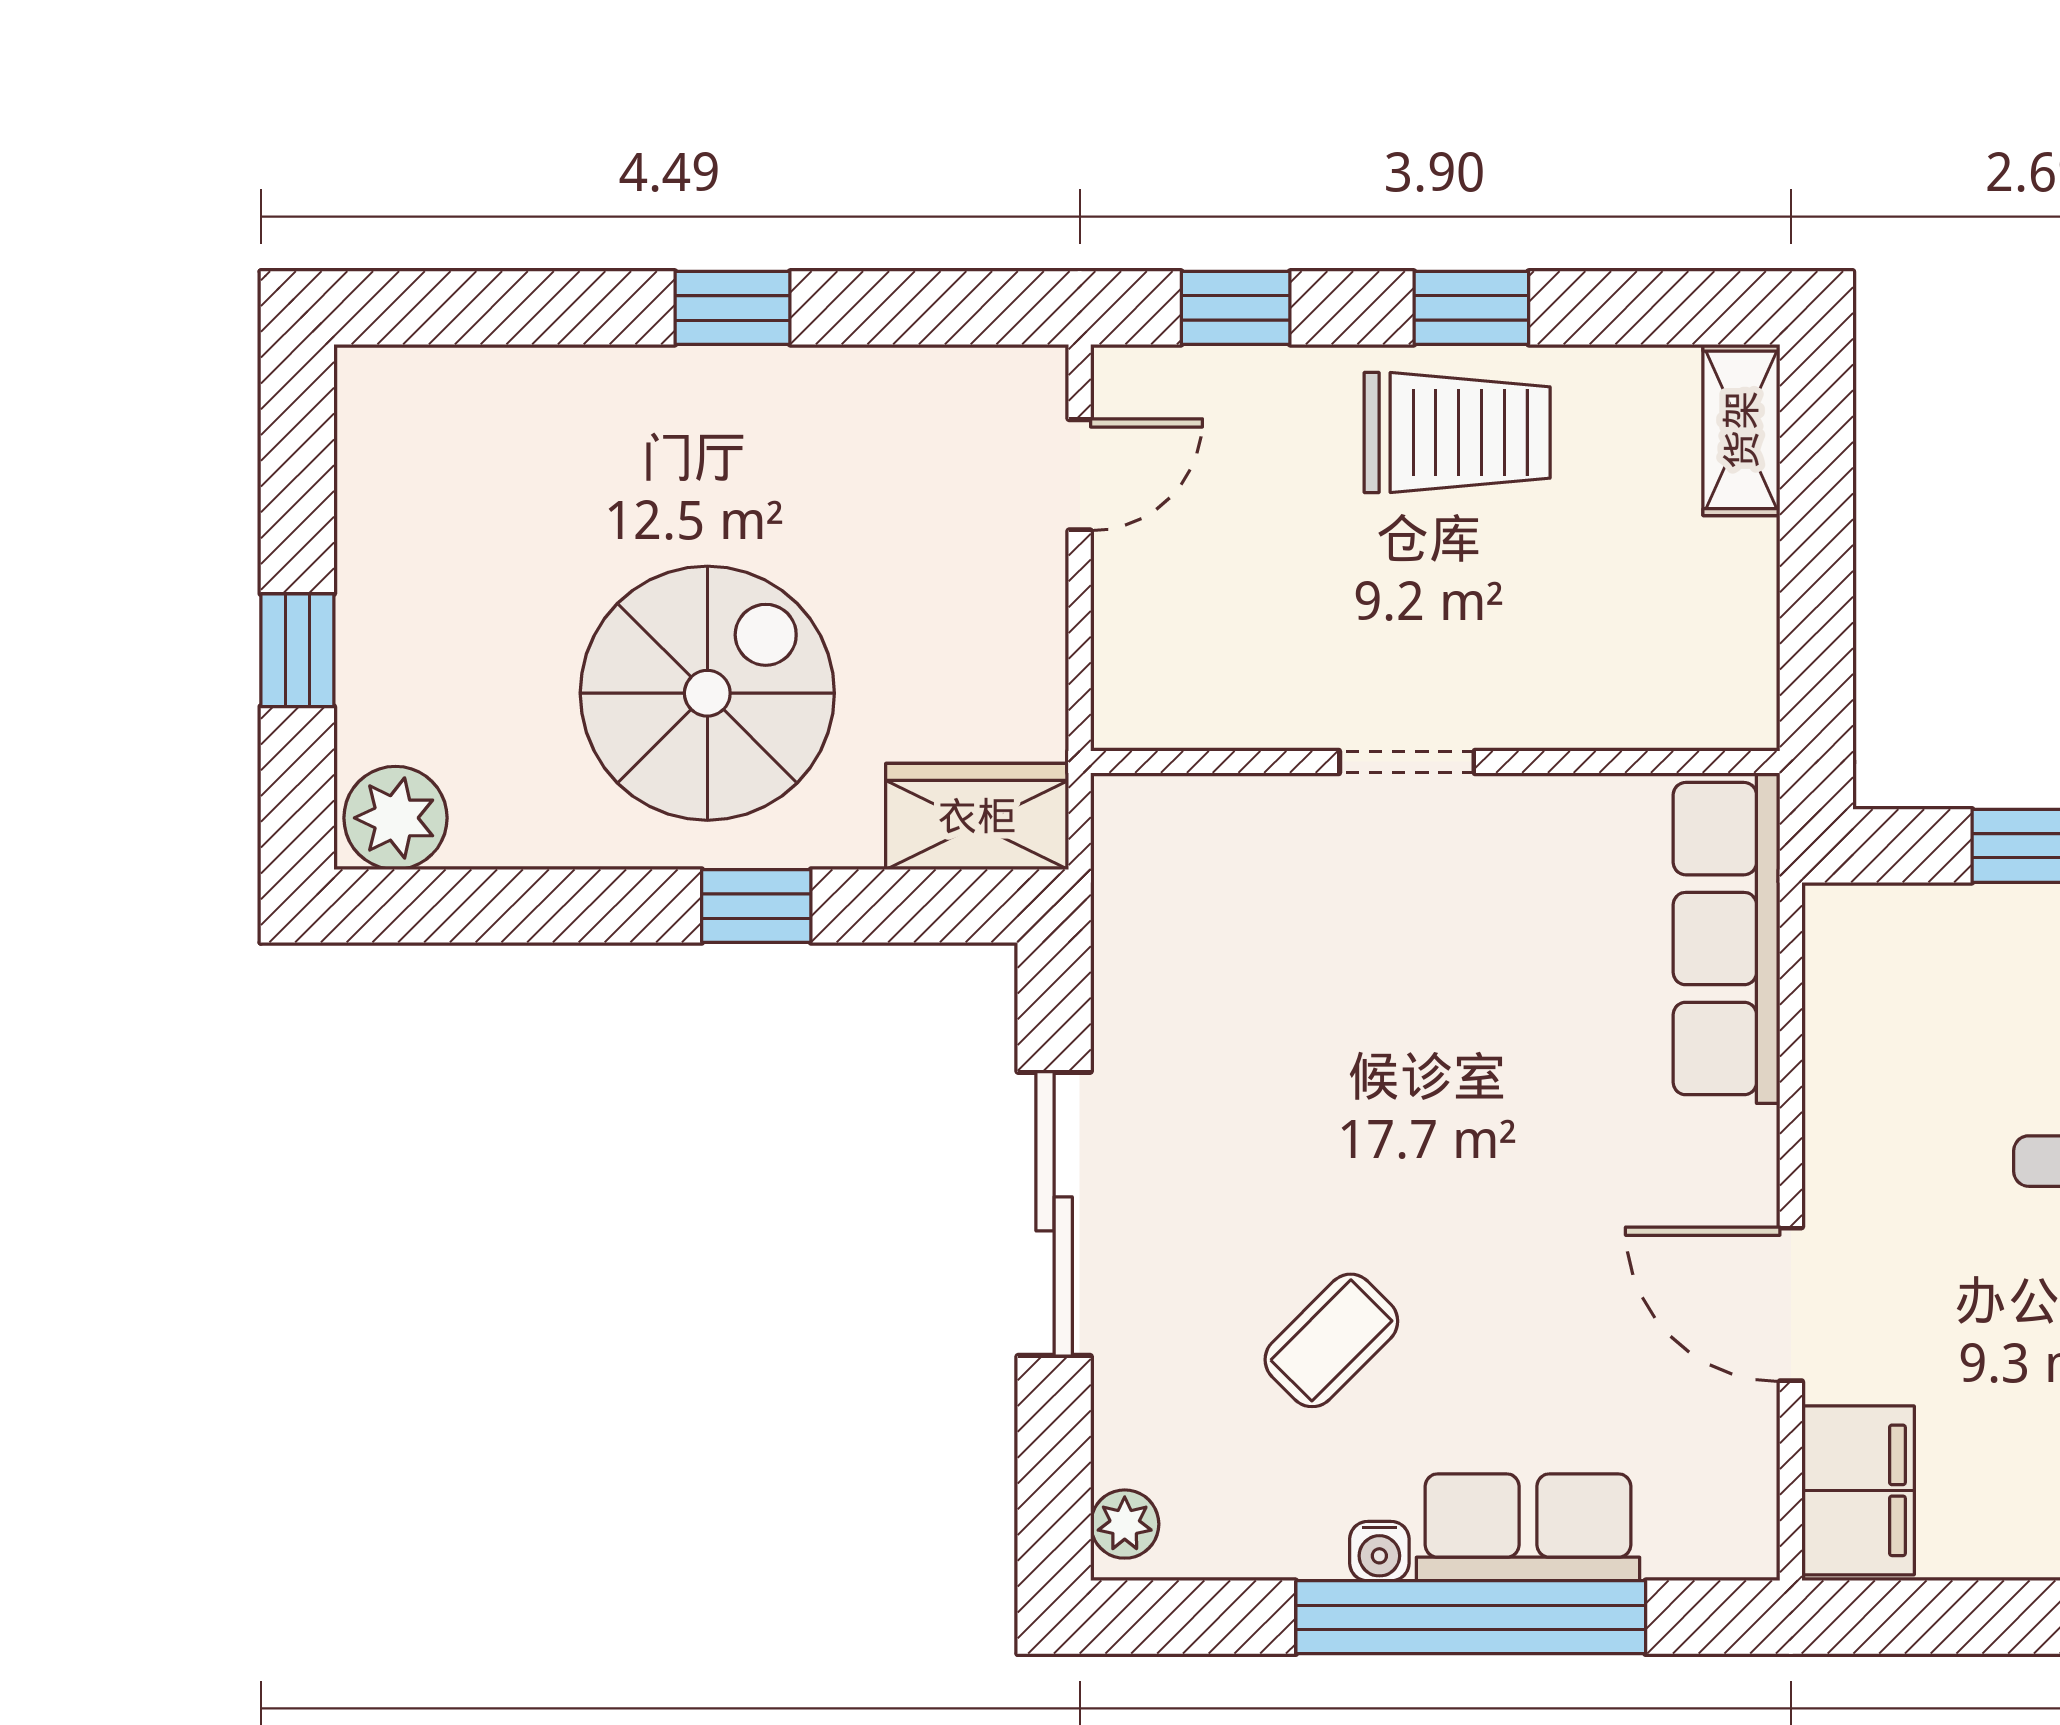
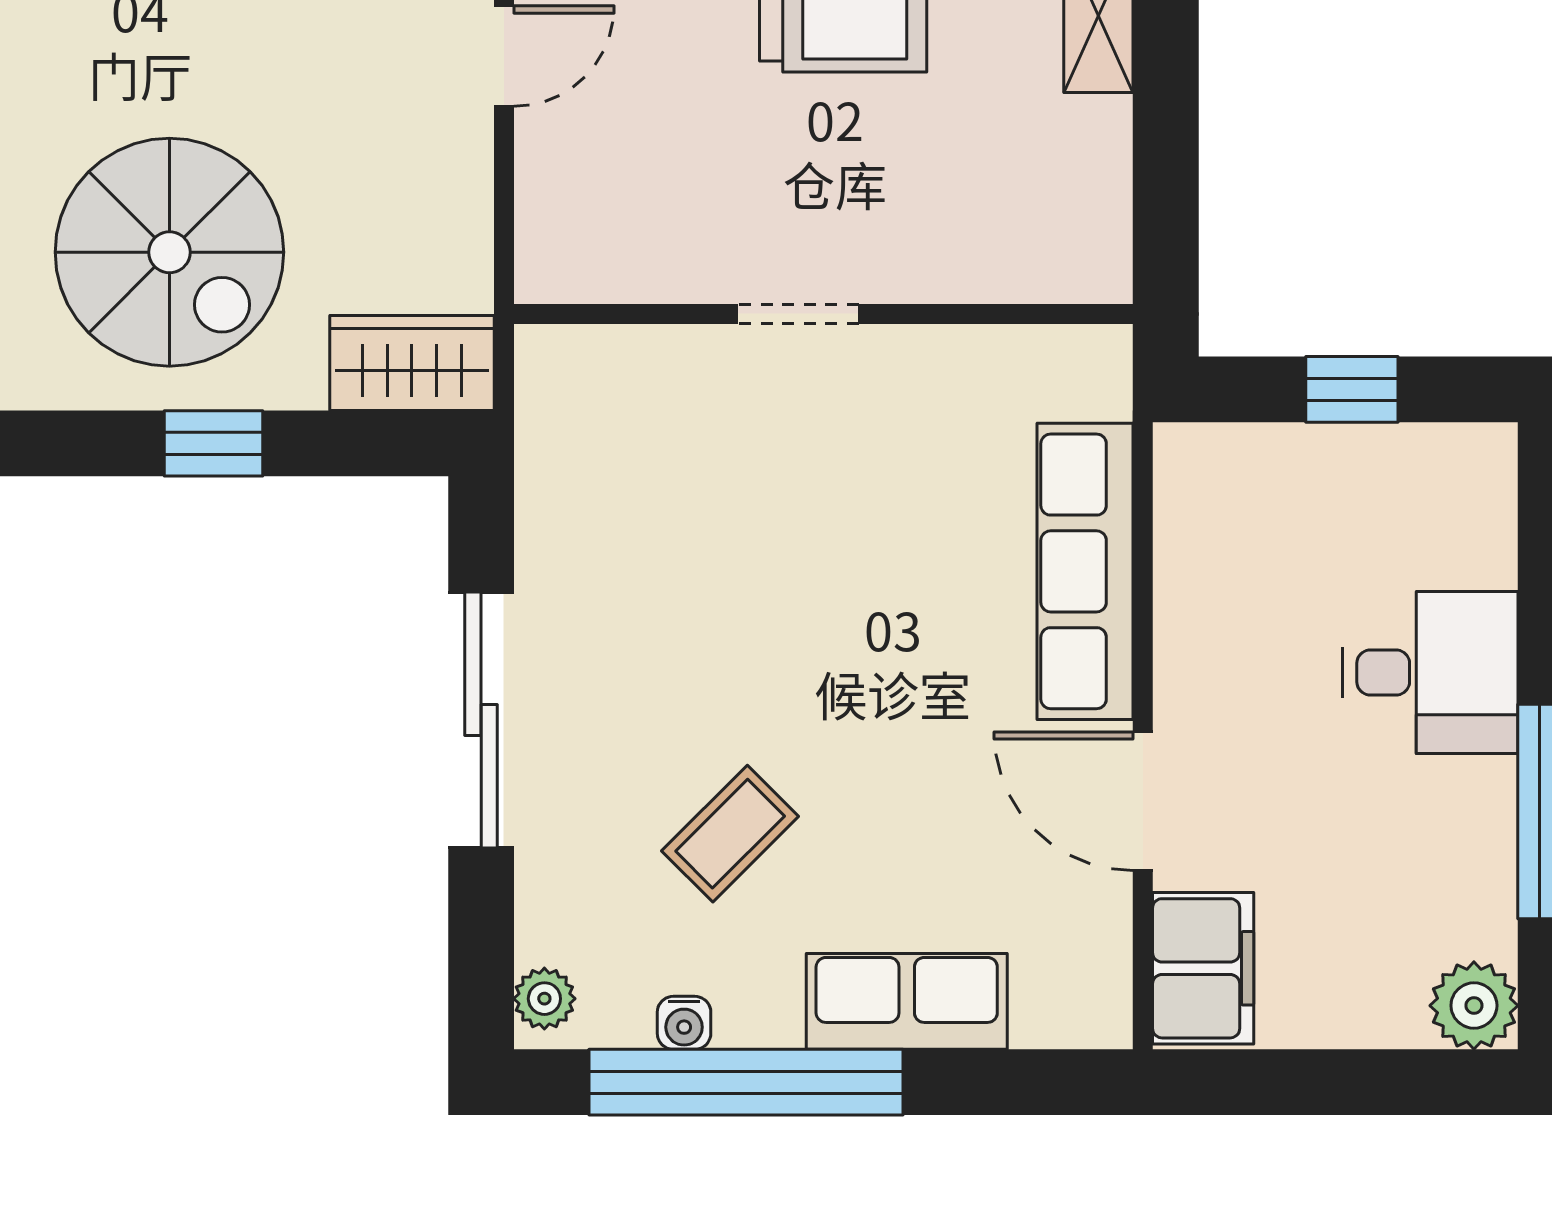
spiral stairs: (707, 693) -> (169, 252), turned 90
row of seats: (1727, 939) -> (1085, 571), moved
water cooler: (1379, 1551) -> (684, 1023), moved
window: (1471, 1617) -> (746, 1082), moved

